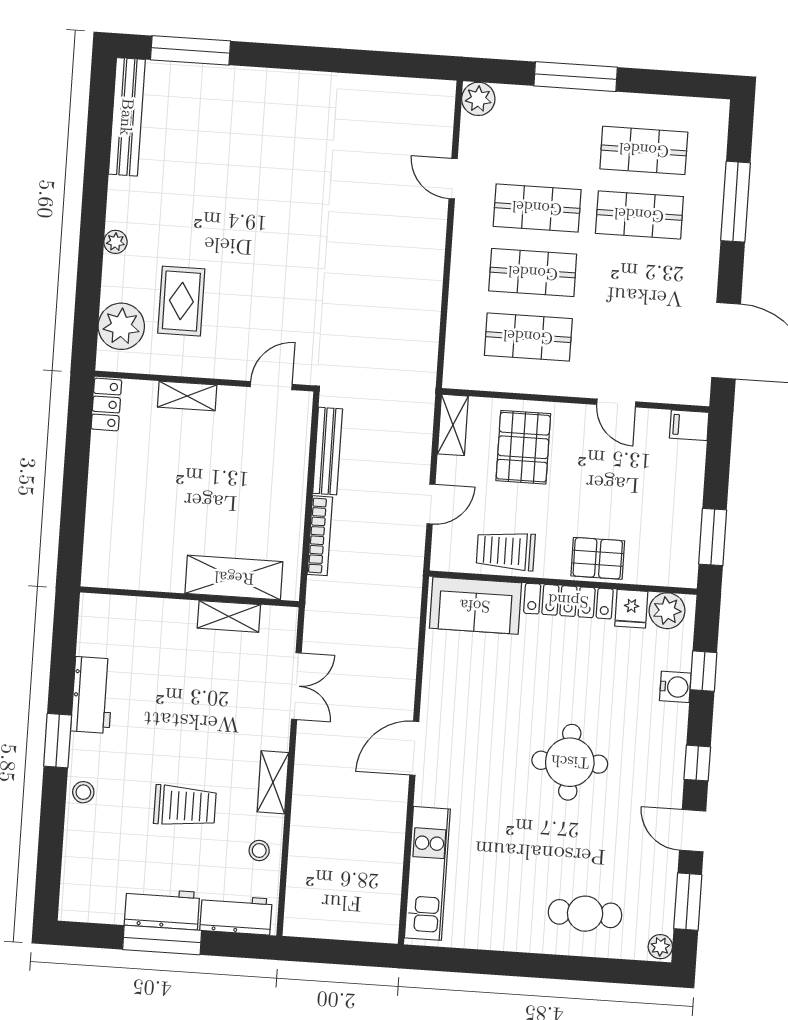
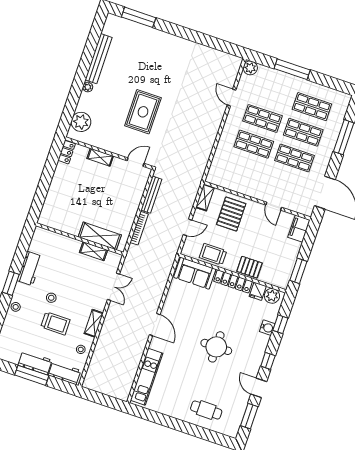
bench: (127, 117) -> (99, 59), moved
rug: (181, 301) -> (143, 112), moved, width x1.36, depth x1.43
shop shelf: (528, 337) -> (295, 158), moved
filing cabinet: (689, 425) -> (299, 229), width x2.00
door: (414, 748) -> (155, 325), swing flipped
stool: (160, 749) -> (51, 298), added
plant: (660, 947) -> (233, 431), removed

